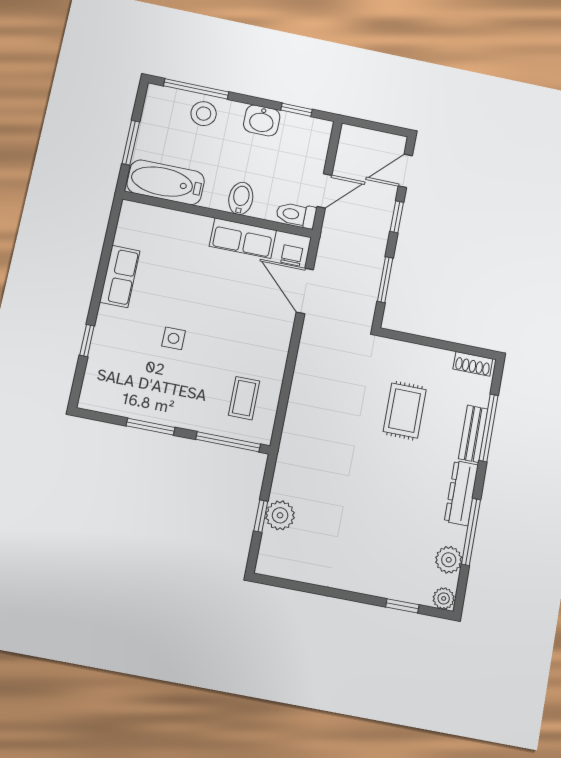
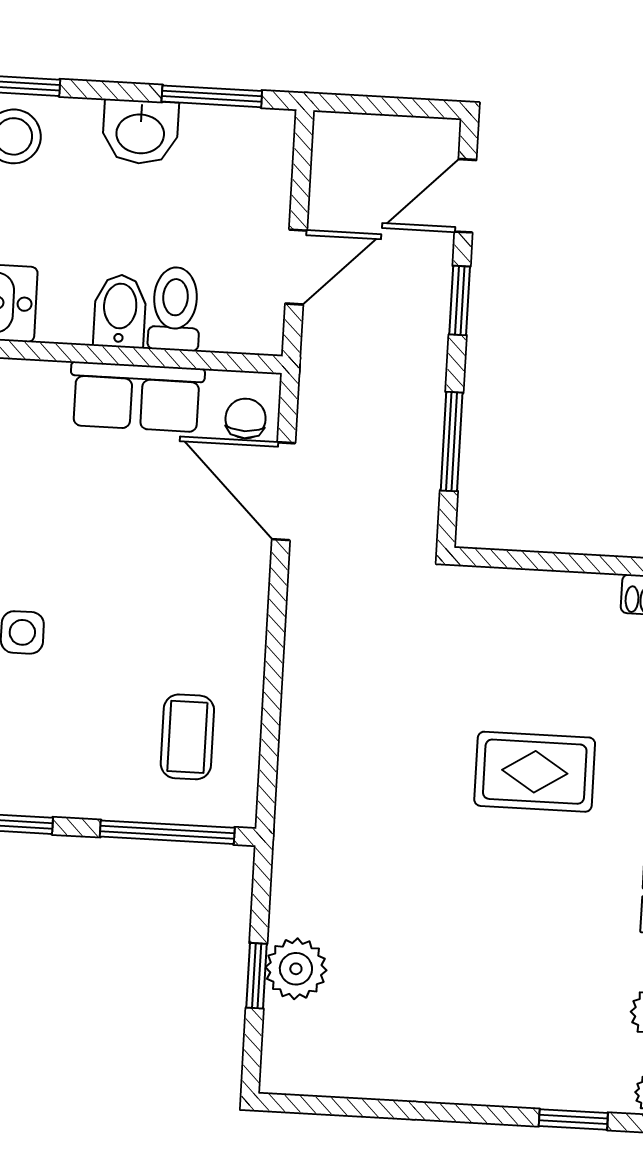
window: (296, 110) -> (212, 96), width x1.50
toilet: (296, 215) -> (175, 309), moved, turned 90
rug: (405, 411) -> (535, 772), moved, turned 90

